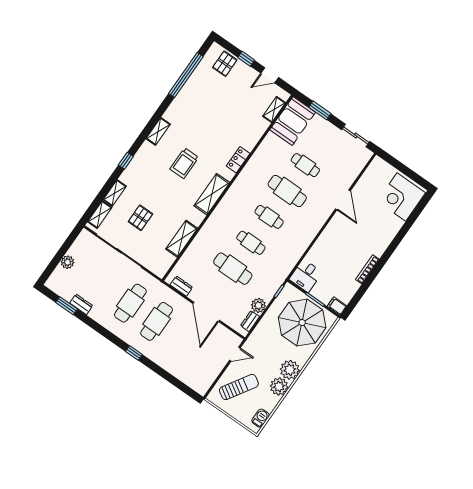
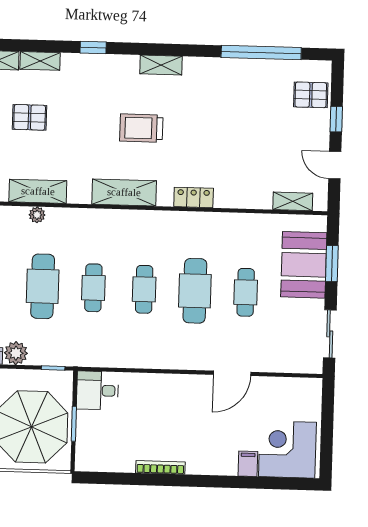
booth: (293, 121) -> (304, 265), moved, turned 90
plant: (194, 247) -> (37, 215), added
filing cabinet: (337, 306) -> (248, 464), moved

